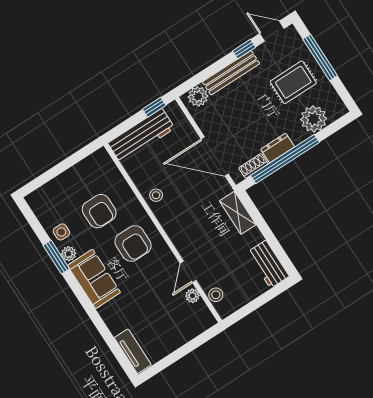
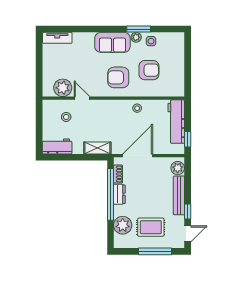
rug: (293, 82) -> (151, 227), turned 90
armchair: (99, 211) -> (149, 70), turned 180
stool: (216, 295) -> (66, 117), moved
plant: (192, 296) -> (63, 88), width x1.88, depth x1.88

